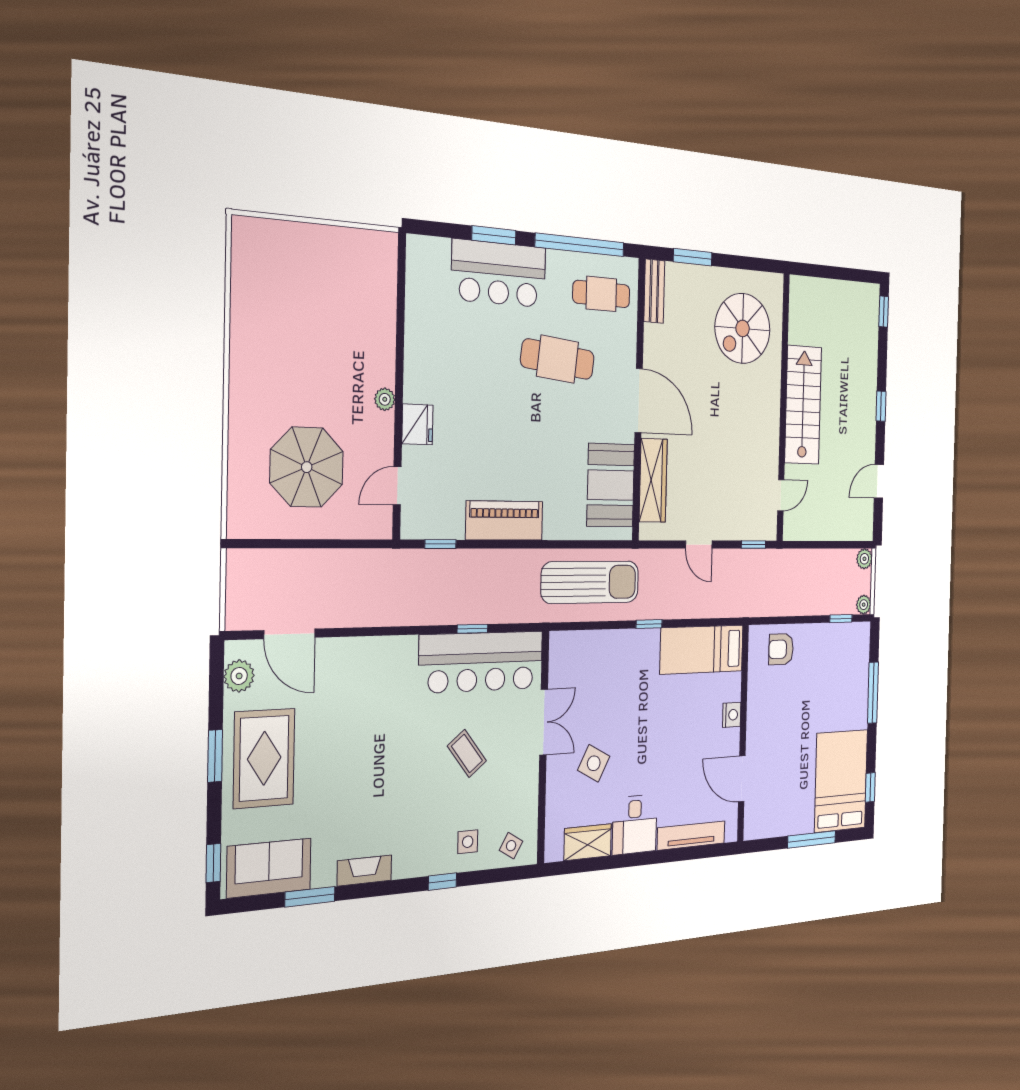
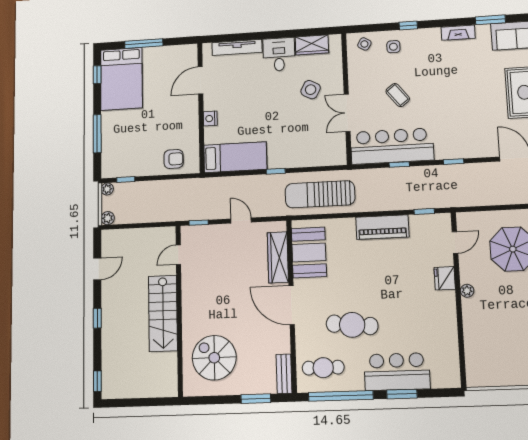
spiral stairs: (743, 328) -> (214, 358), turned -90
window: (389, 631) -> (454, 162), added
door: (742, 779) -> (200, 80), swing flipped

